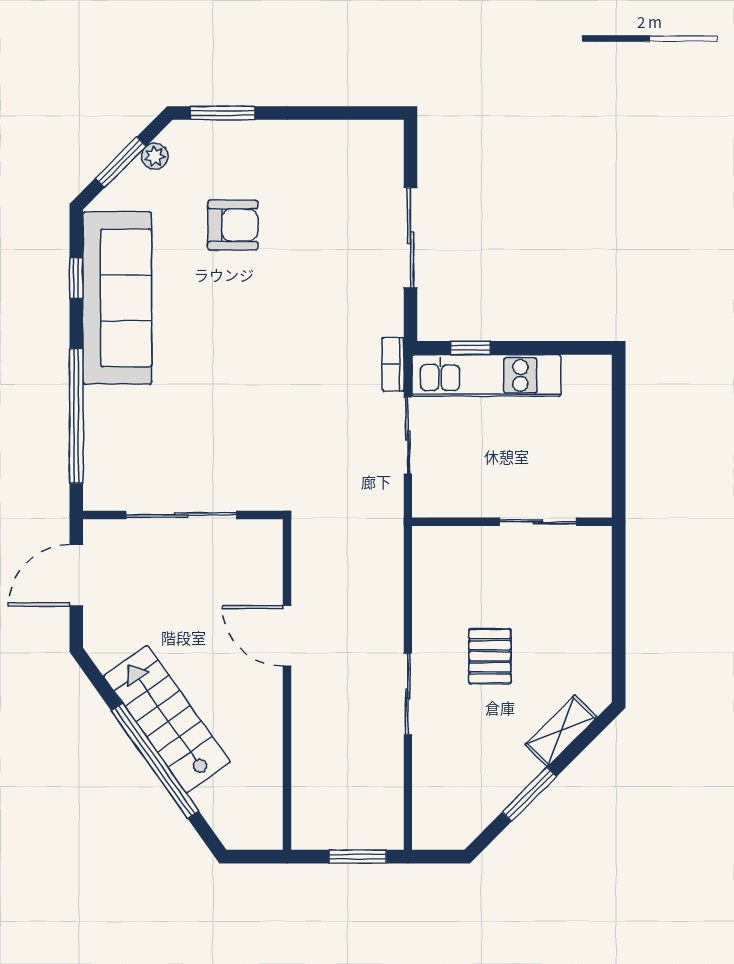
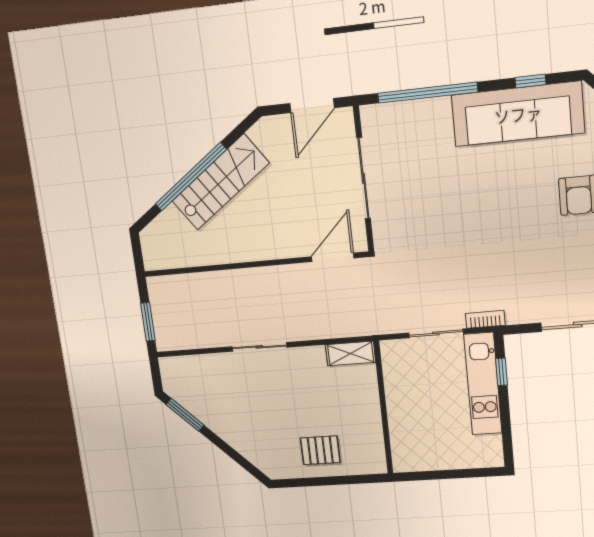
sliding door: (538, 522) -> (385, 425), removed
door: (76, 575) -> (312, 106), swing flipped
door: (287, 636) -> (333, 257), moved
pallet: (490, 656) -> (320, 450), moved
shelving: (561, 731) -> (351, 353), moved, turned -45
window: (529, 794) -> (185, 415), moved

